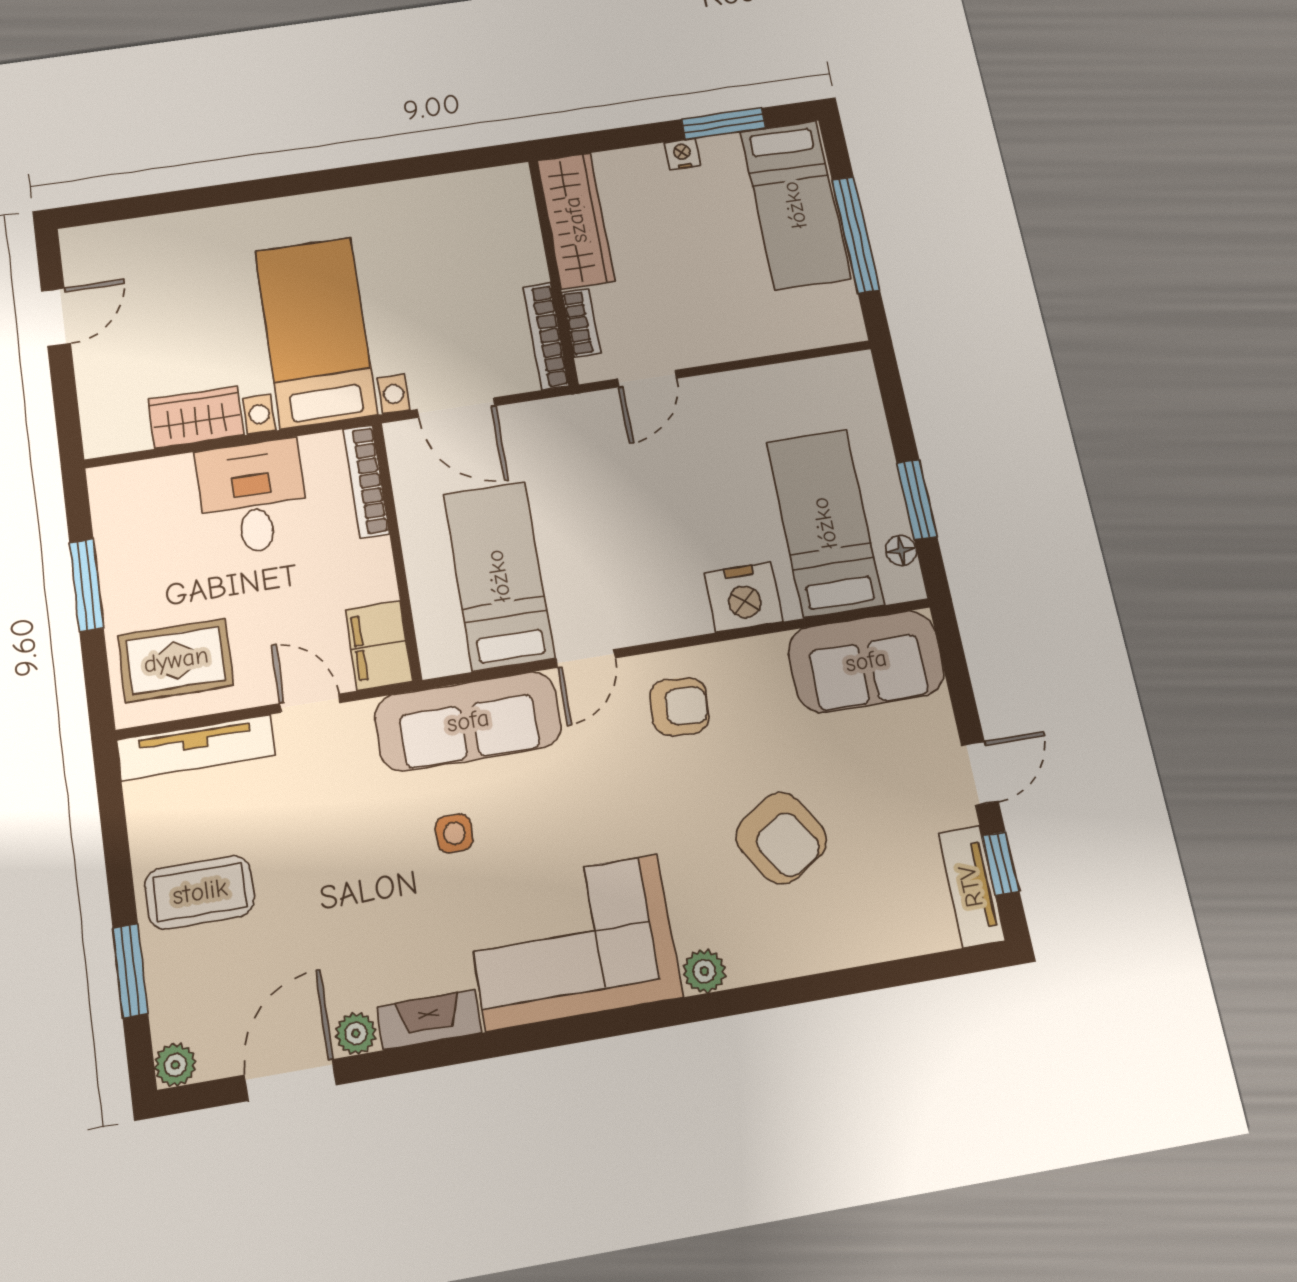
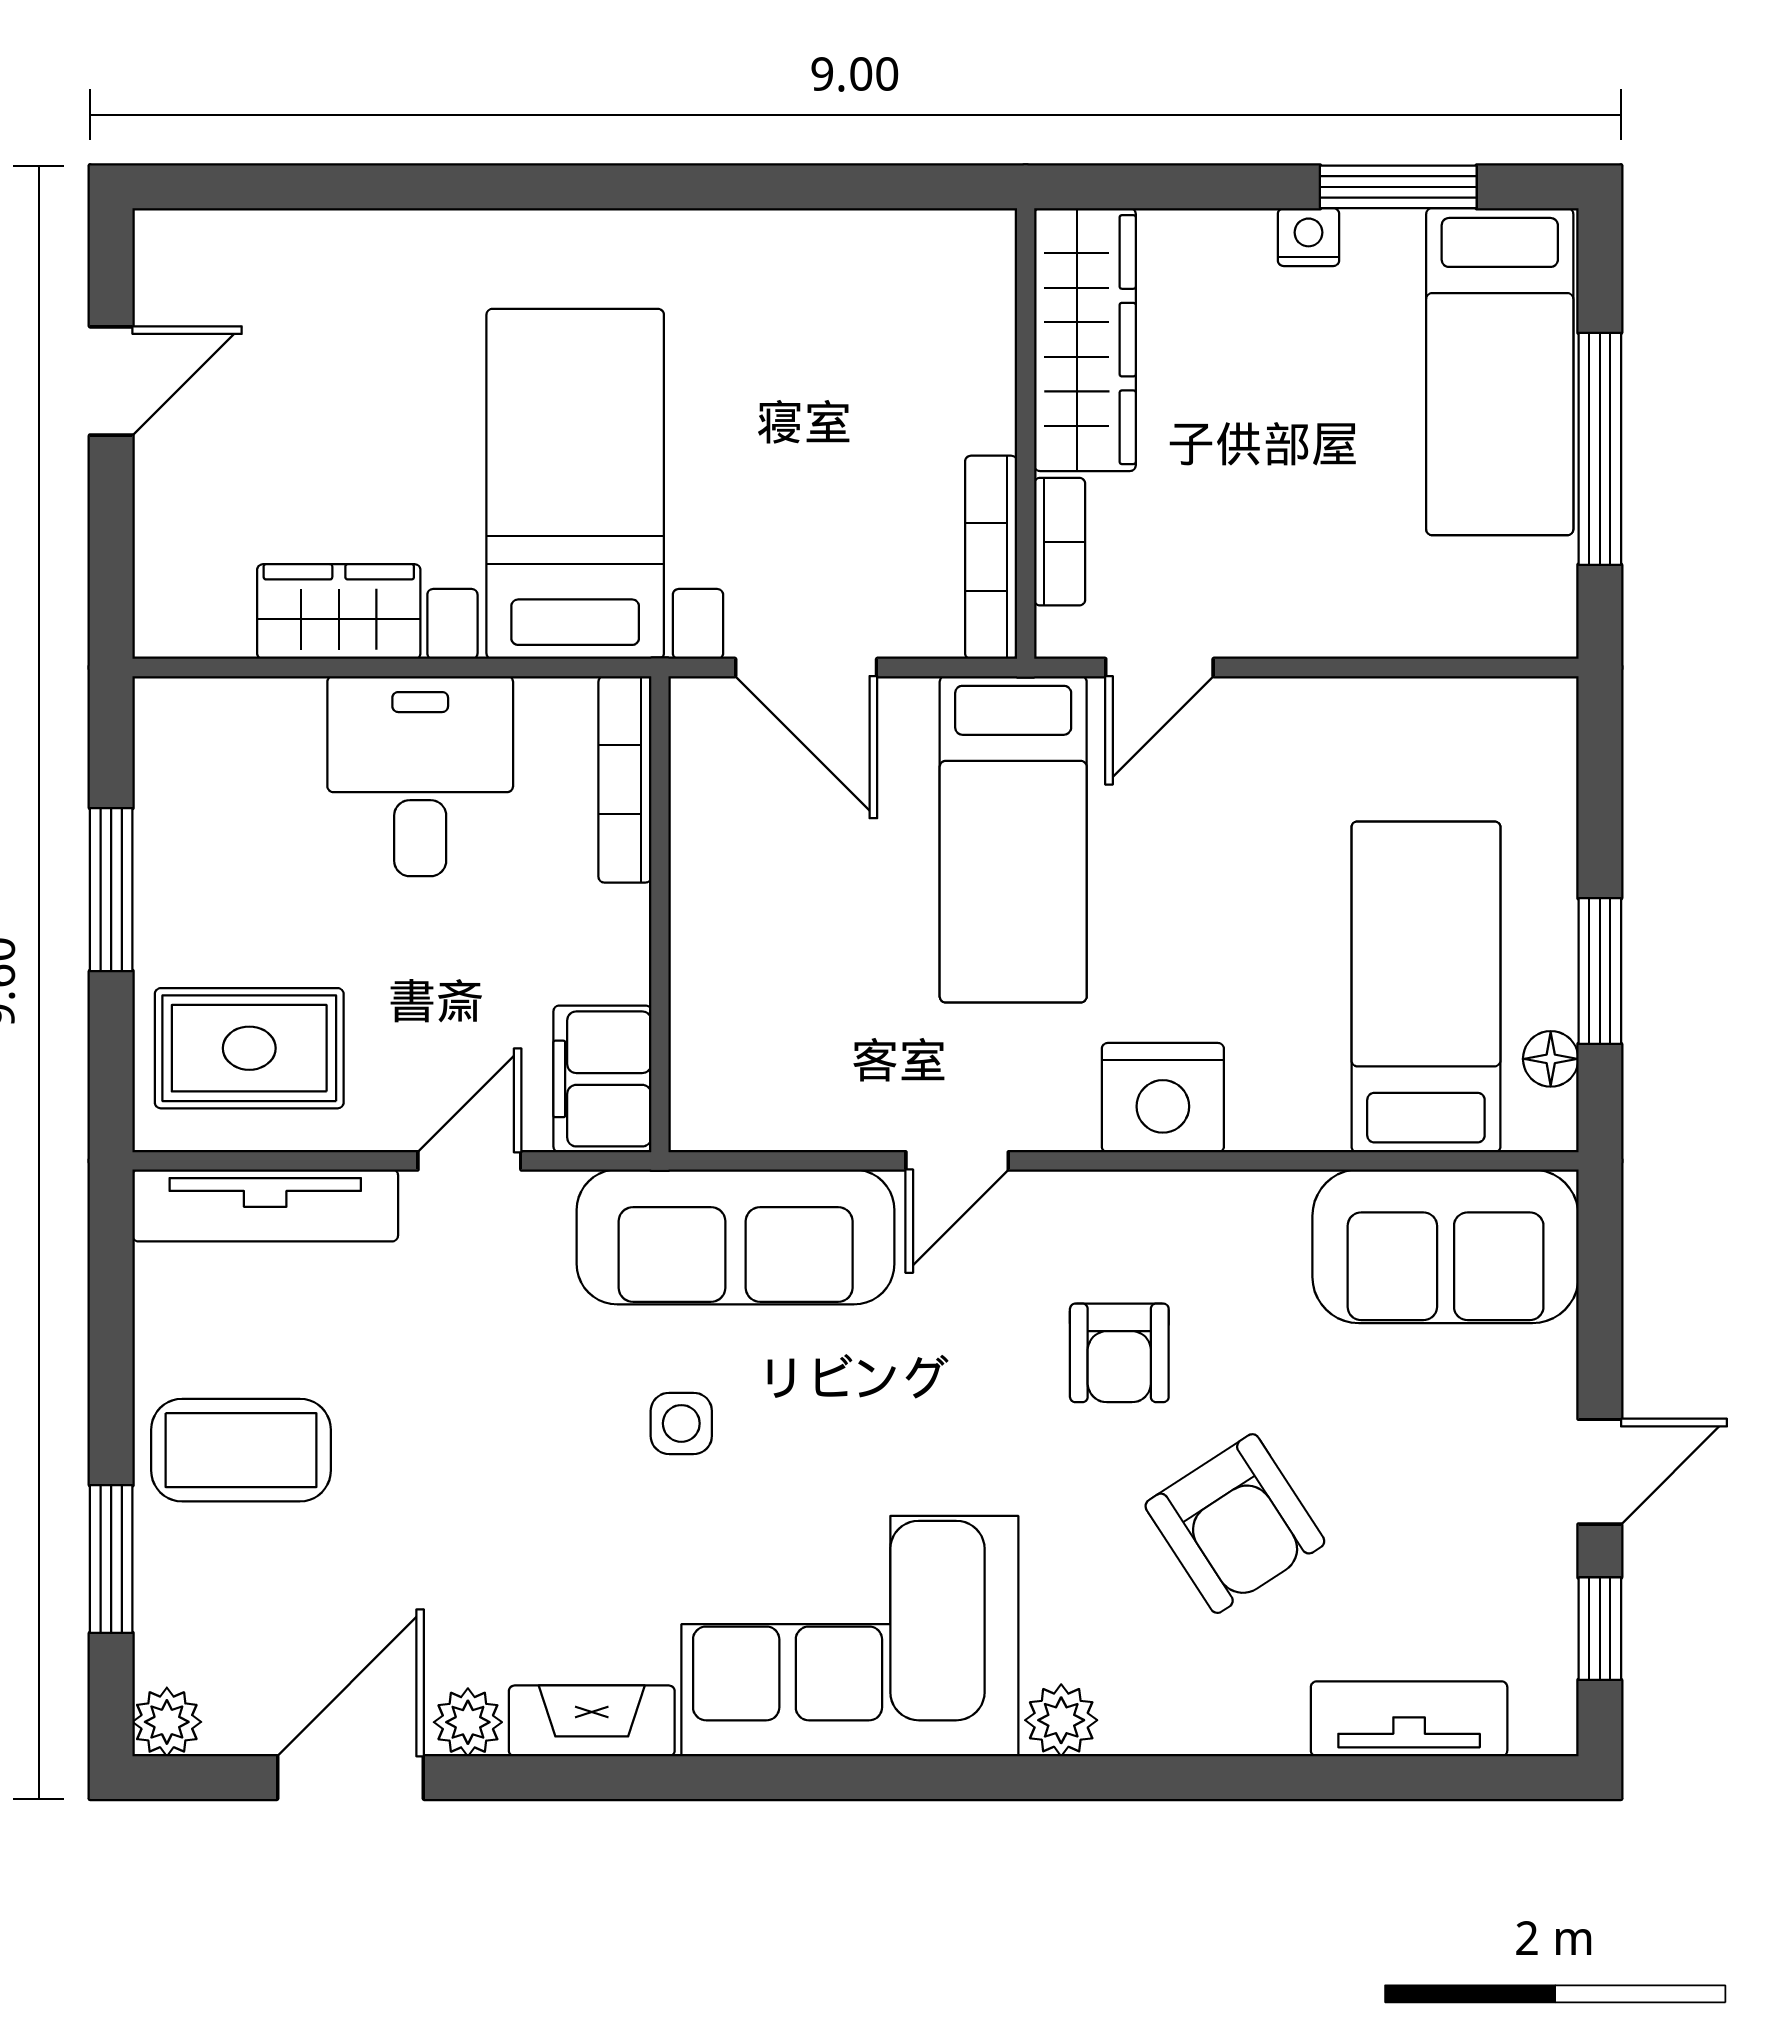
bed: (499, 576) -> (1013, 839), moved, turned 180
nightstand: (744, 597) -> (1163, 1098), moved
door: (310, 703) -> (469, 1161), hinge flipped
armchair: (679, 706) -> (1119, 1353), moved, turned 86
tv unit: (971, 886) -> (1409, 1719), moved, turned 90

